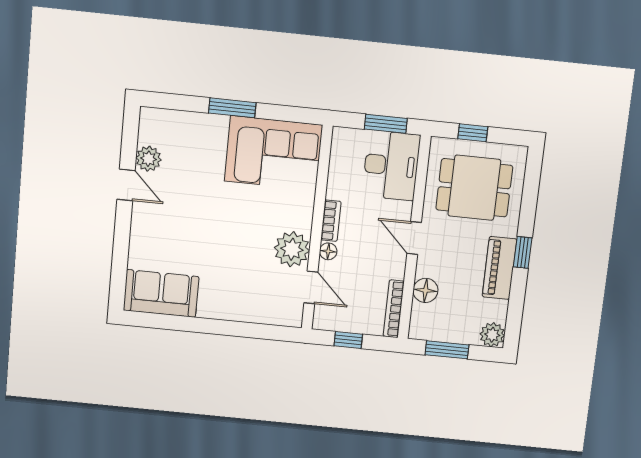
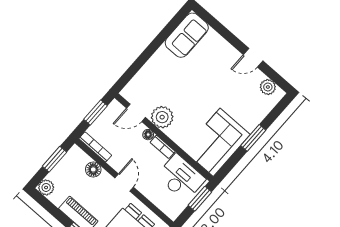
window: (386, 124) -> (200, 199), moved
plant: (148, 159) -> (268, 87), moved
desk: (391, 166) -> (181, 178), moved, turned 180
door: (414, 238) -> (124, 182), hinge flipped
window: (348, 340) -> (96, 112), width x1.50

